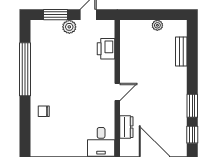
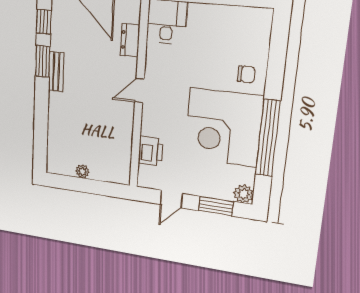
plant: (69, 27) -> (244, 194), moved
bench: (181, 51) -> (56, 72), moved
corner desk: (56, 73) -> (223, 127), added

